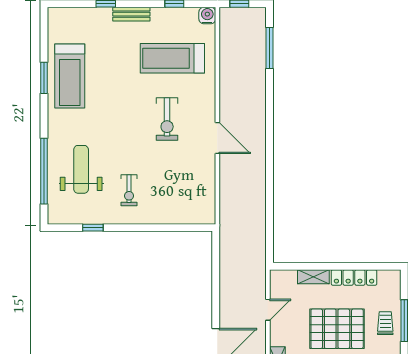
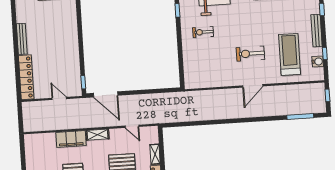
bench: (131, 14) -> (317, 31), width x1.36
water cooler: (207, 15) -> (318, 61), moved
door: (217, 138) -> (253, 86), moved

